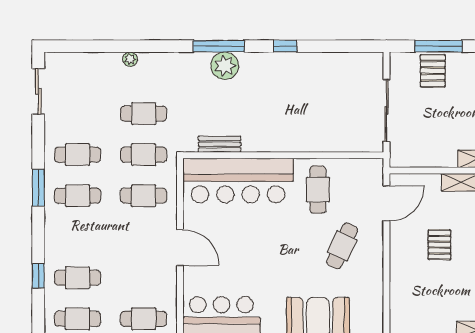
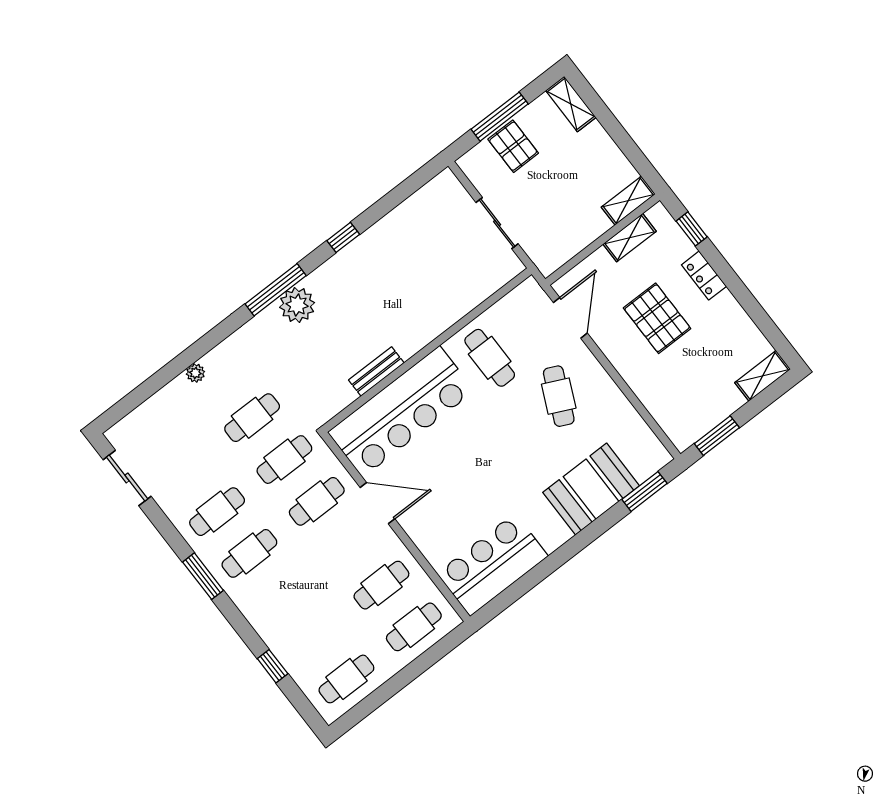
sliding door: (386, 110) -> (497, 223), width x0.73
bench: (219, 144) -> (376, 371), moved
pallet: (439, 245) -> (657, 318), width x1.50, depth x1.42
door: (180, 248) -> (377, 503), moved
cafe table: (78, 278) -> (381, 585), moved

